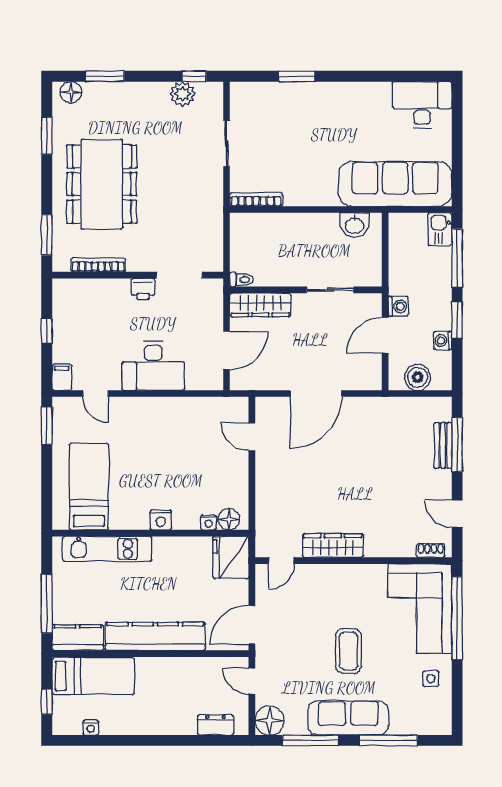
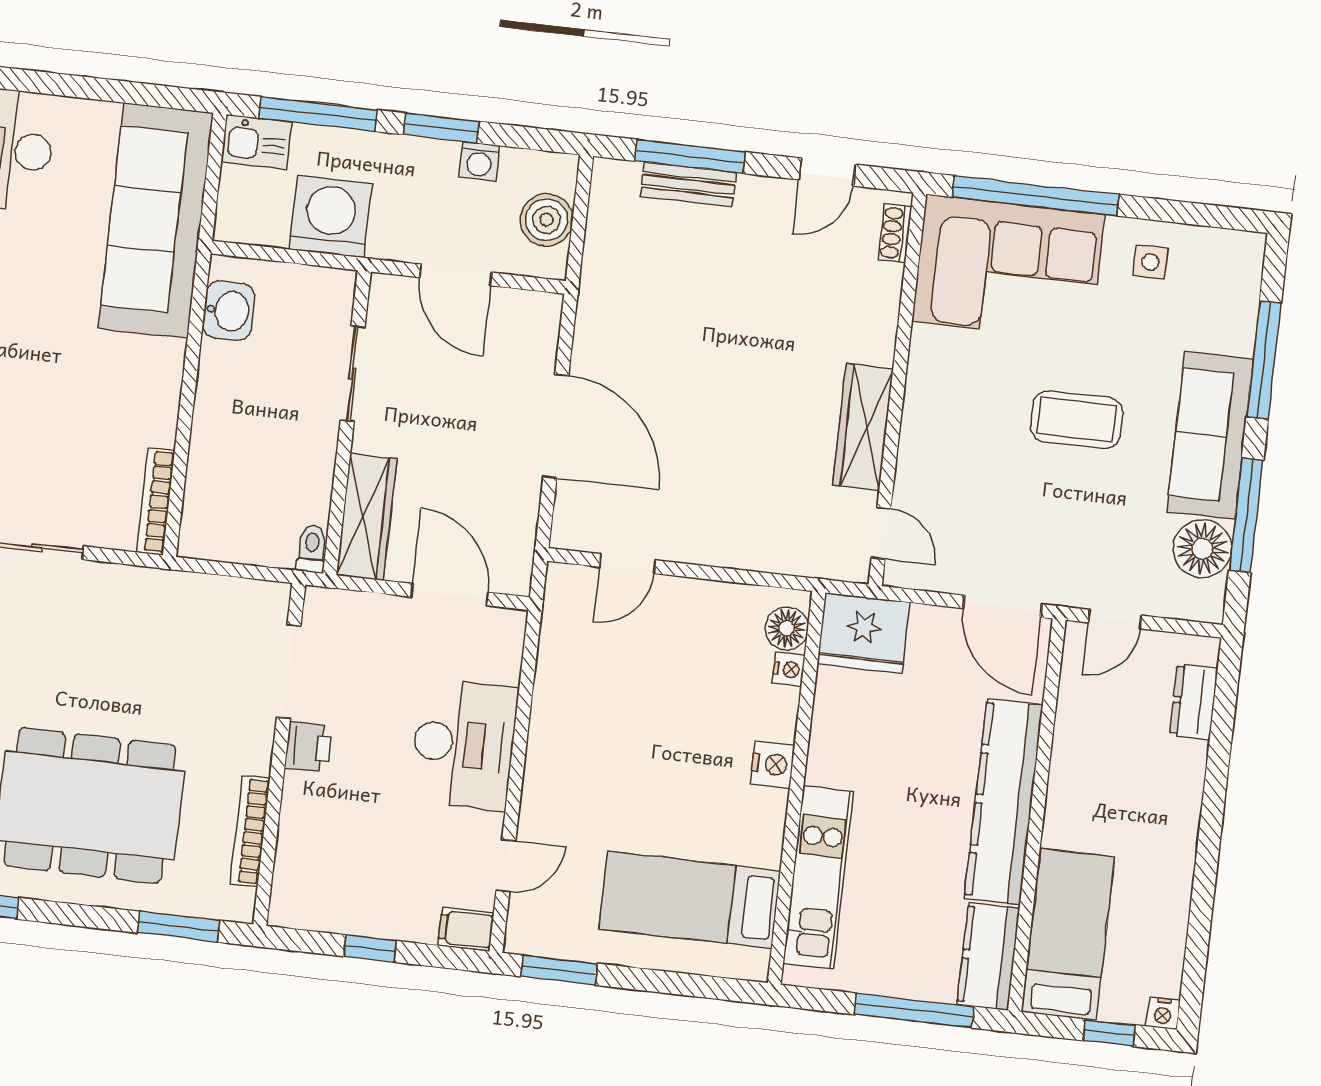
washing machine: (398, 306) -> (331, 216), moved, width x1.89, depth x1.89
floor lamp: (270, 721) -> (1202, 549), moved
nightstand: (91, 728) -> (1163, 1013), moved, turned 90

